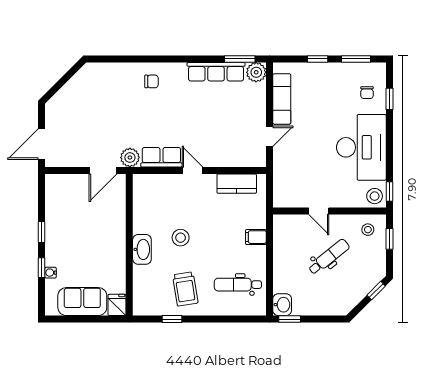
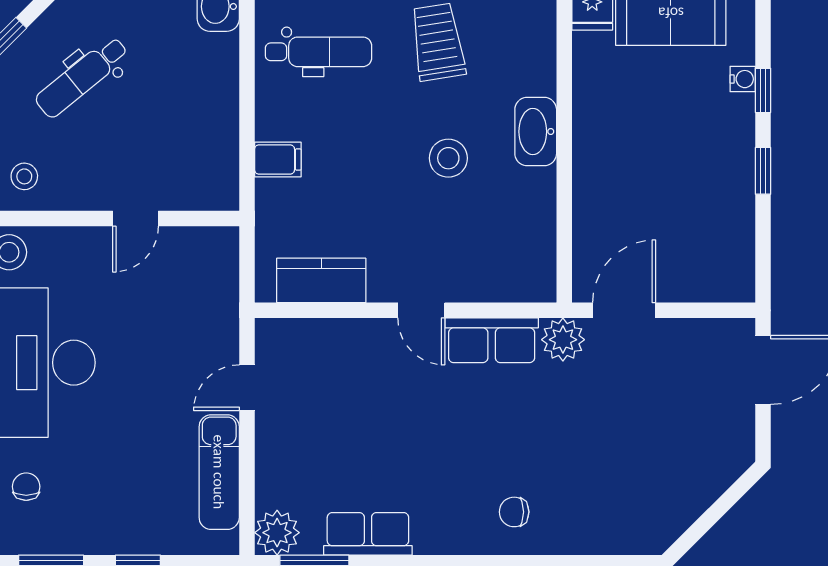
row of seats: (216, 72) -> (368, 534), width x0.68
door: (319, 211) -> (136, 219), swing flipped
dental chair: (329, 257) -> (82, 77), moved

